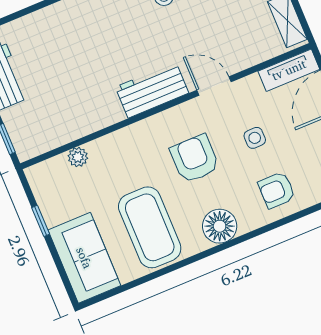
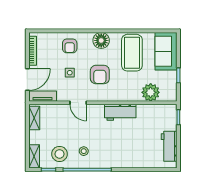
workbench: (152, 90) -> (120, 112), moved
plant: (78, 157) -> (151, 92), width x1.87, depth x1.87
armchair: (277, 190) -> (70, 46), turned 90

